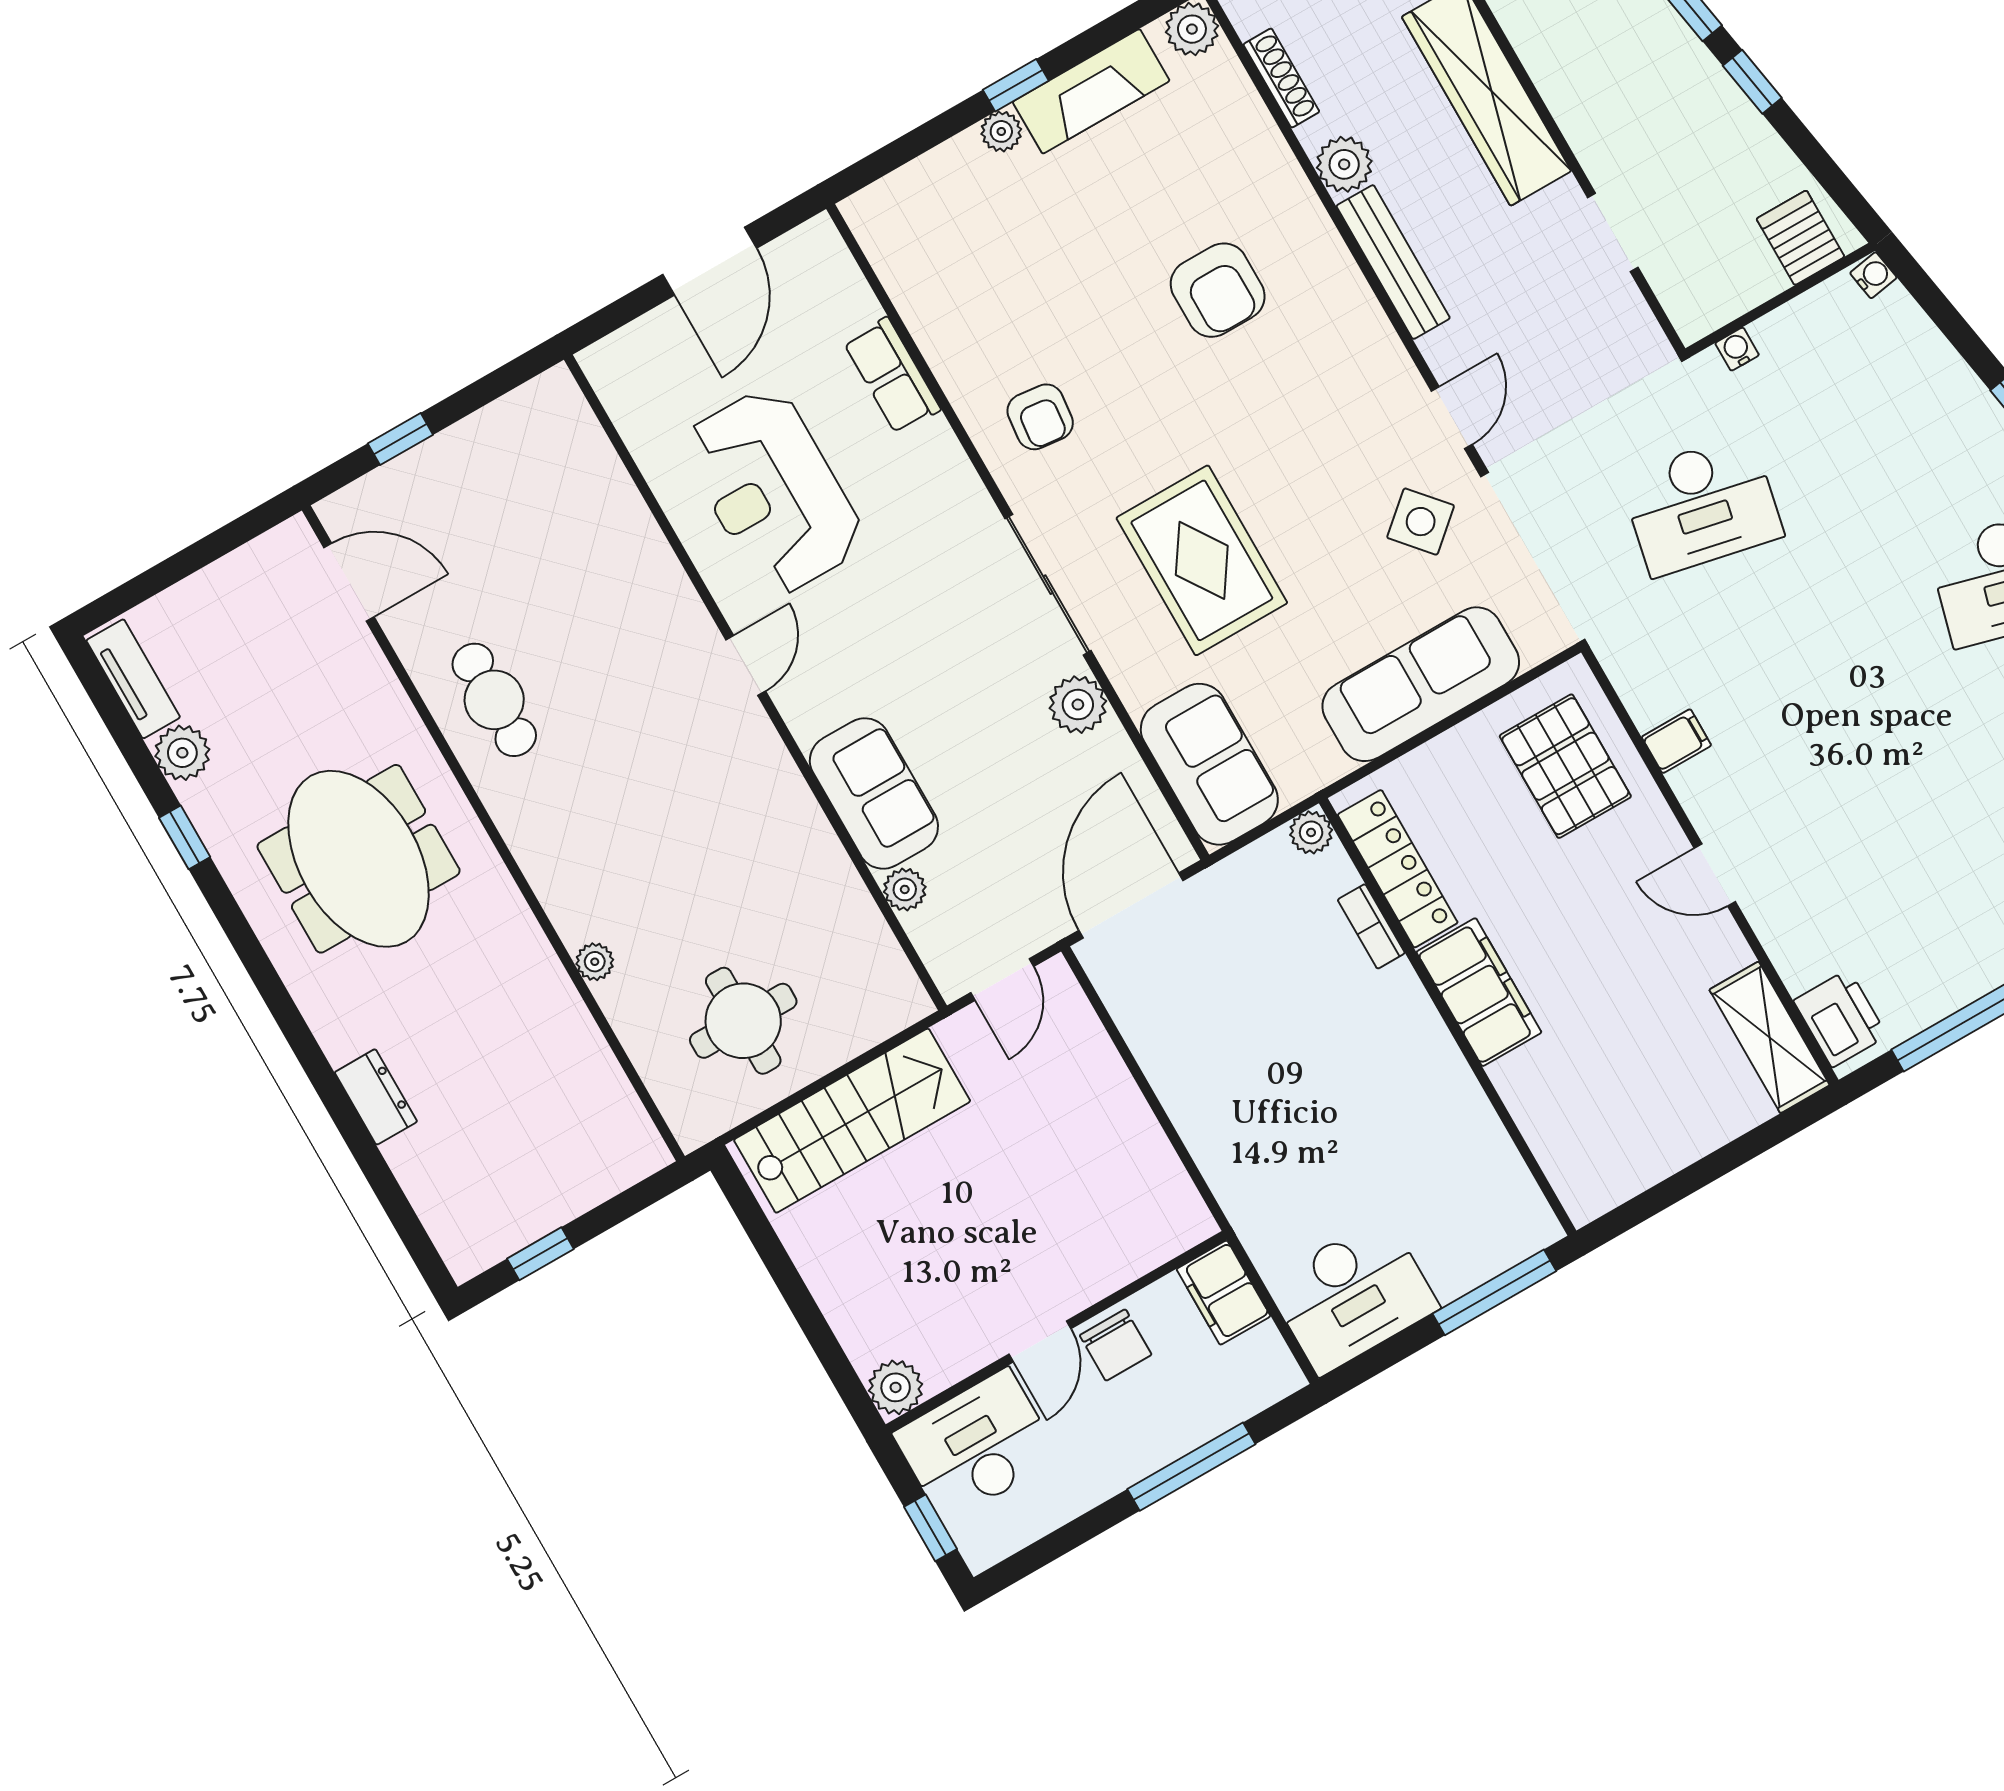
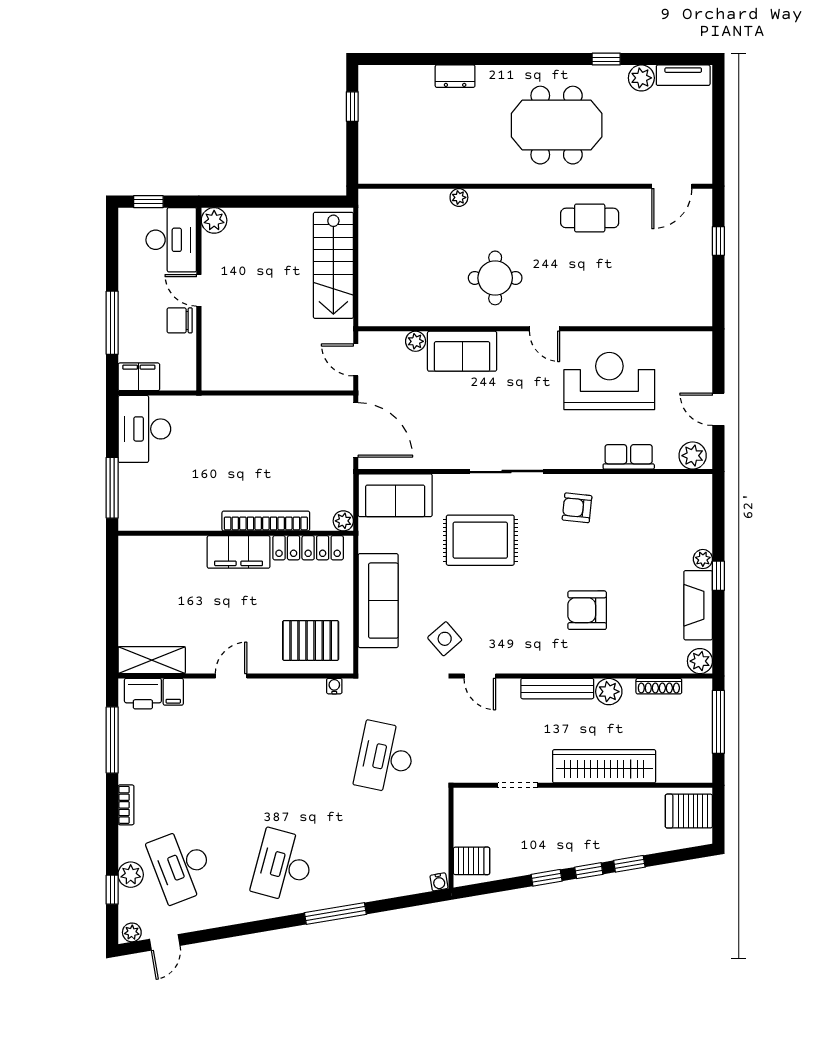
door: (710, 261) -> (718, 409), width x0.73
water cooler: (1737, 349) -> (334, 686), moved, turned -90
plant: (1078, 705) -> (693, 456), moved
filing cabinet: (1676, 741) -> (173, 692), moved
bookcase: (1371, 926) -> (266, 521), width x2.31, depth x1.31
round table: (743, 1021) -> (495, 278), moved
filing cabinet: (1223, 1293) -> (139, 377), moved

